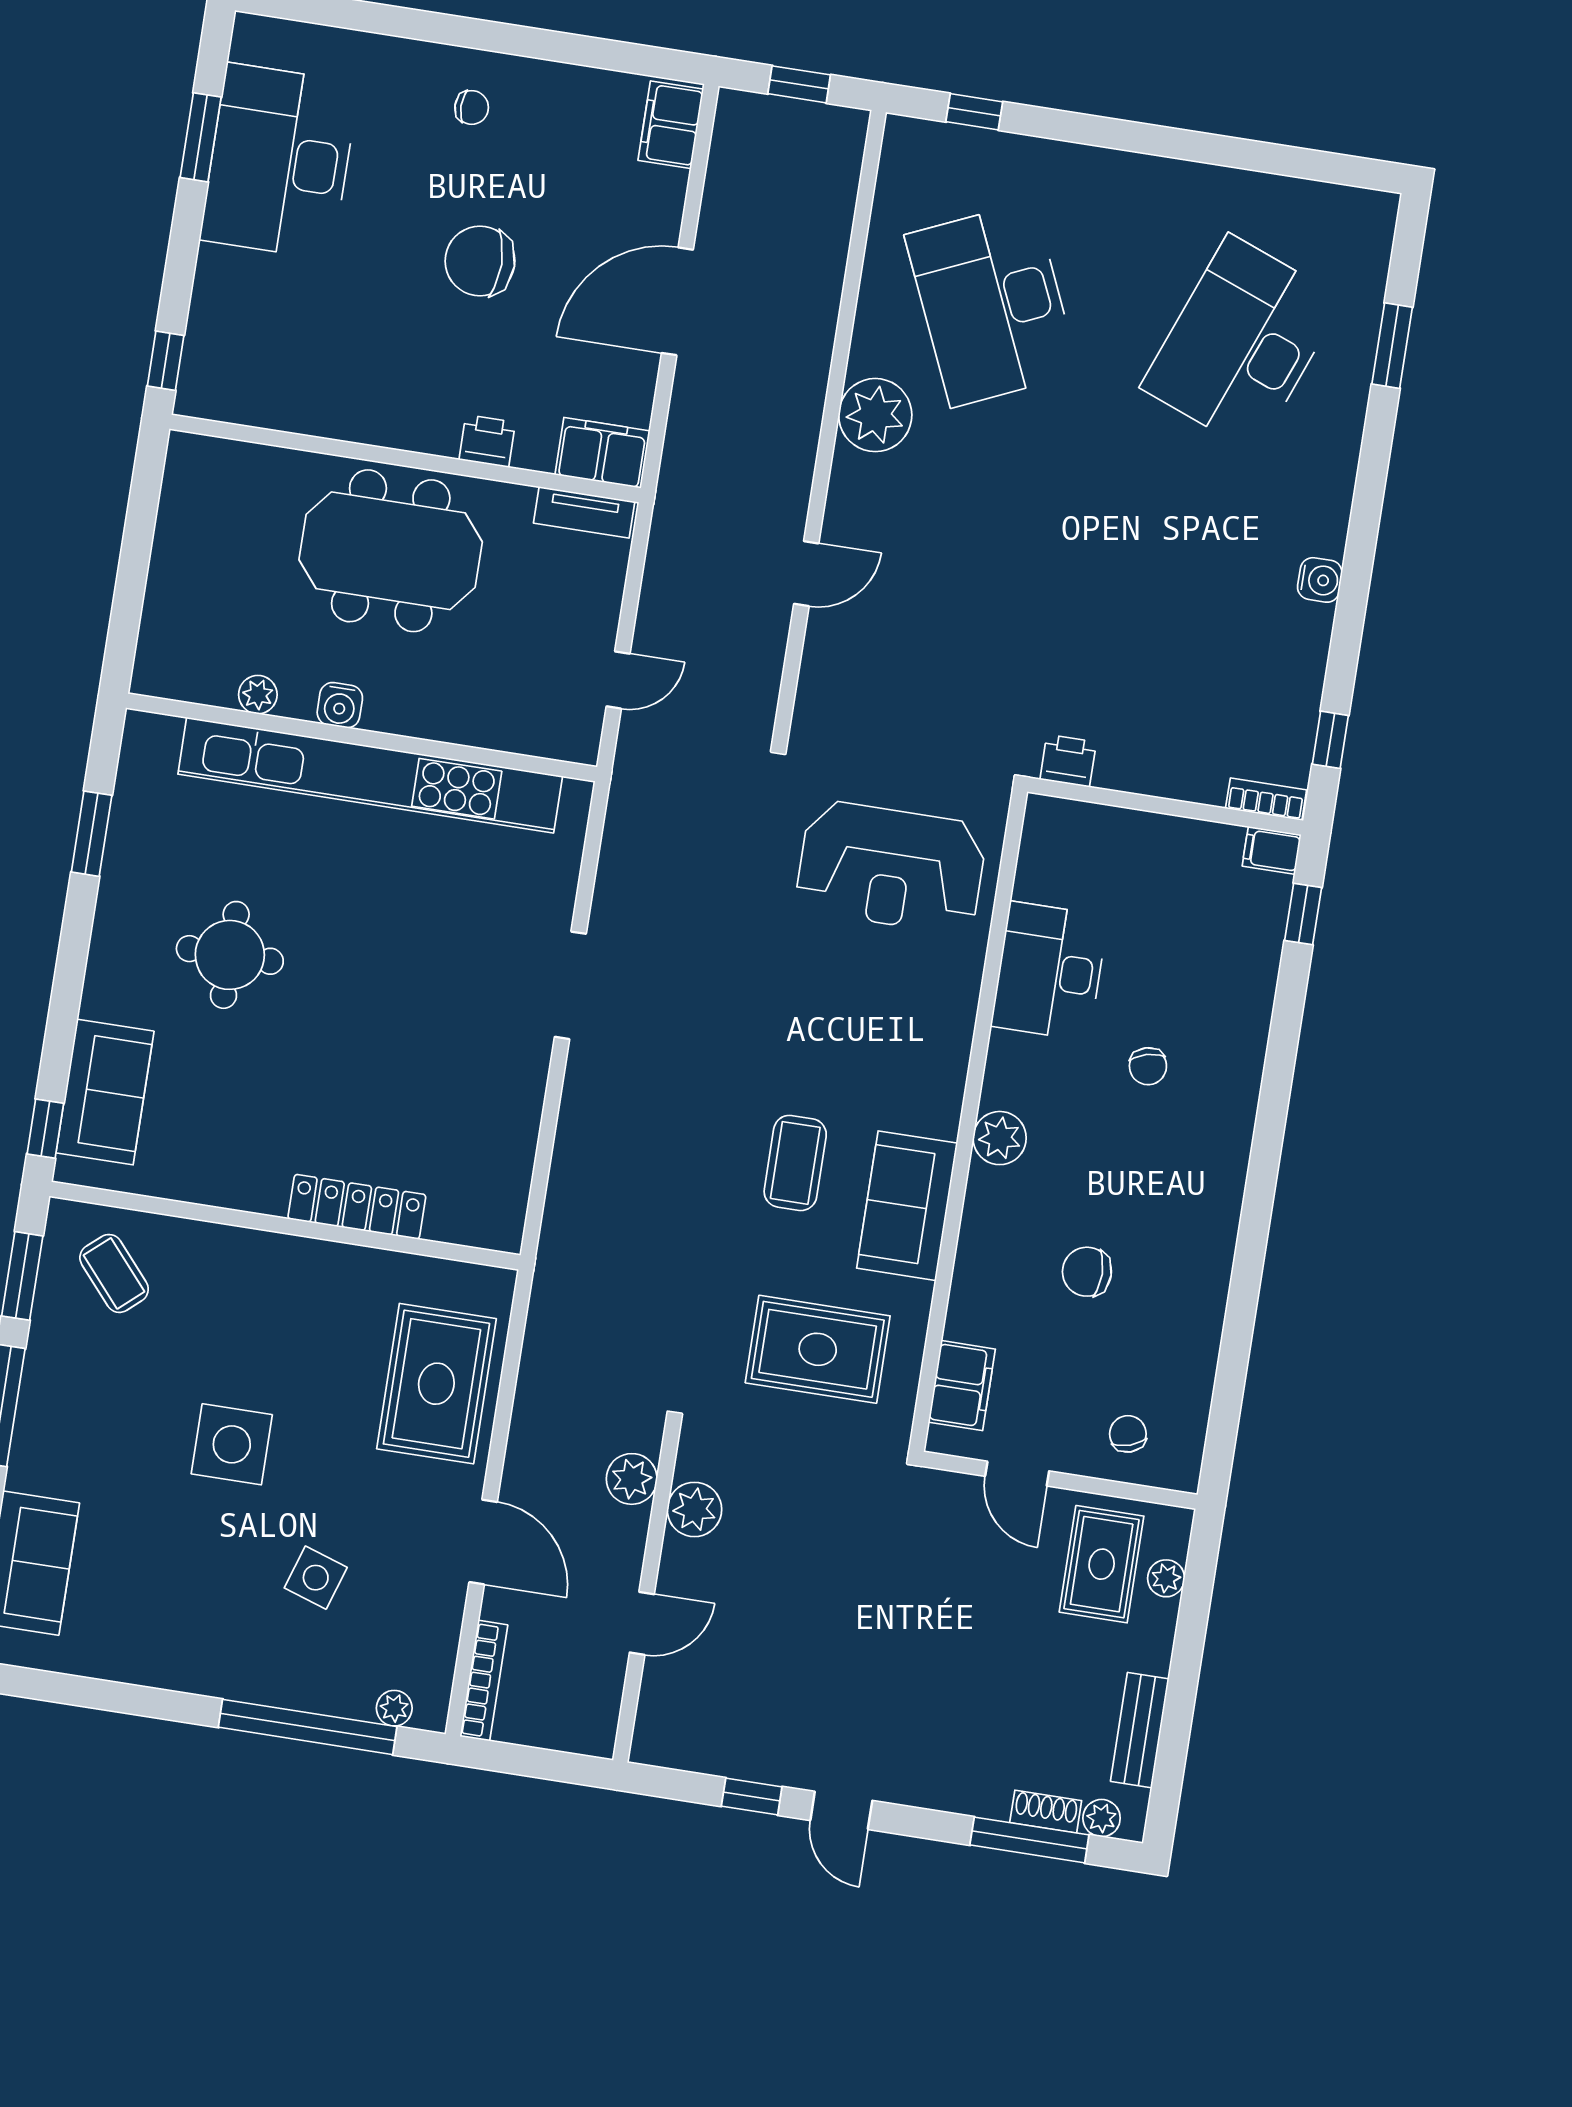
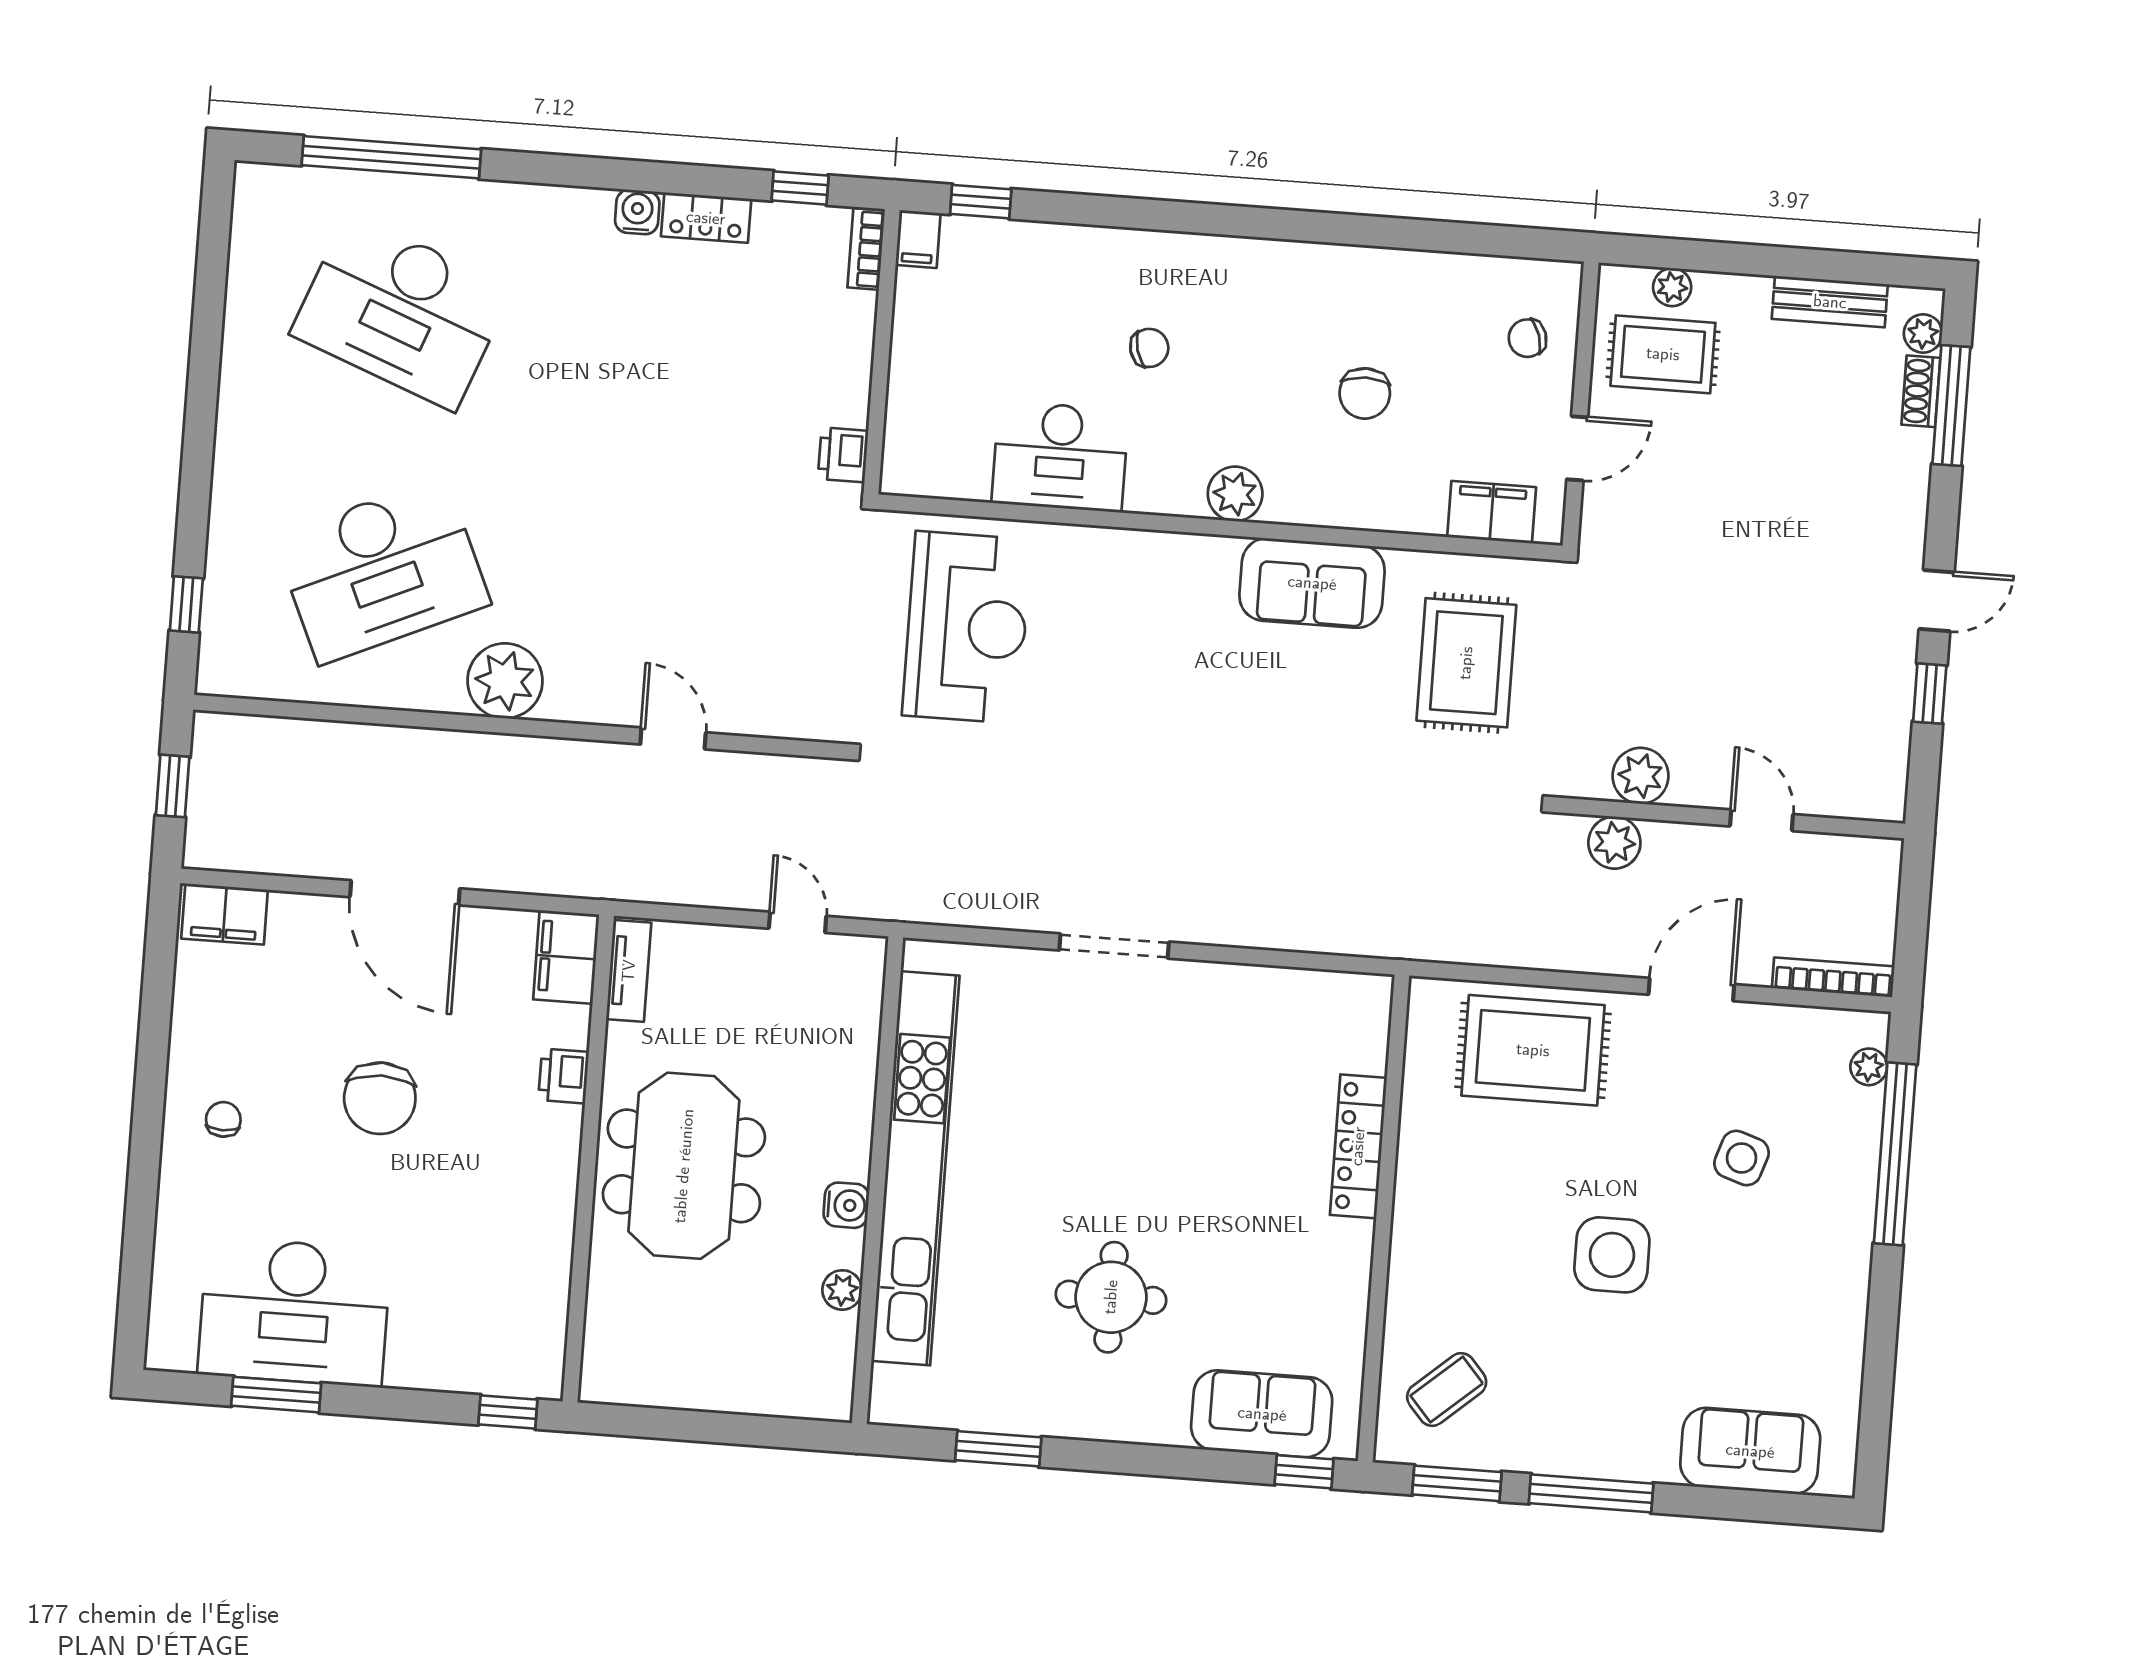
window: (1392, 346) -> (391, 157), width x2.11
locker: (1309, 646) -> (706, 218), added
coffee table: (795, 1163) -> (1277, 701), removed

